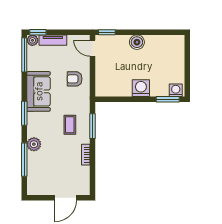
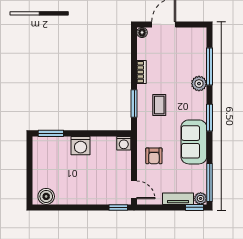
boiler: (137, 42) -> (46, 196), moved
armchair: (75, 79) -> (154, 156), turned 90
washing machine: (176, 90) -> (124, 143), moved
floor lamp: (85, 190) -> (142, 32), added

